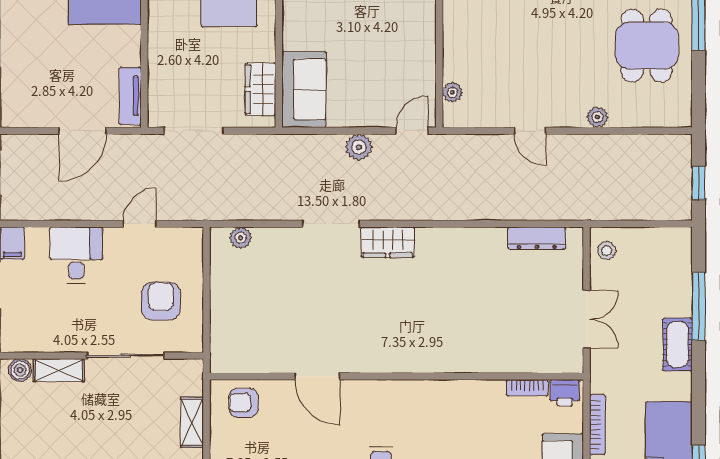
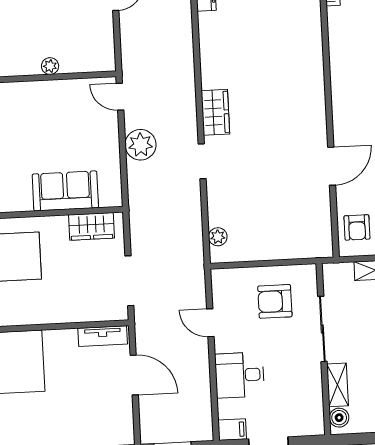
sofa: (304, 89) -> (65, 191), moved
plant: (452, 92) -> (50, 66), moved
plant: (359, 147) -> (141, 145), width x1.36, depth x1.36
doorway: (331, 224) -> (202, 161), width x0.73

